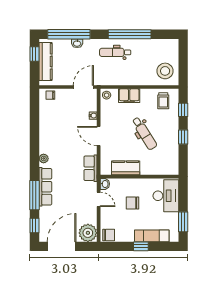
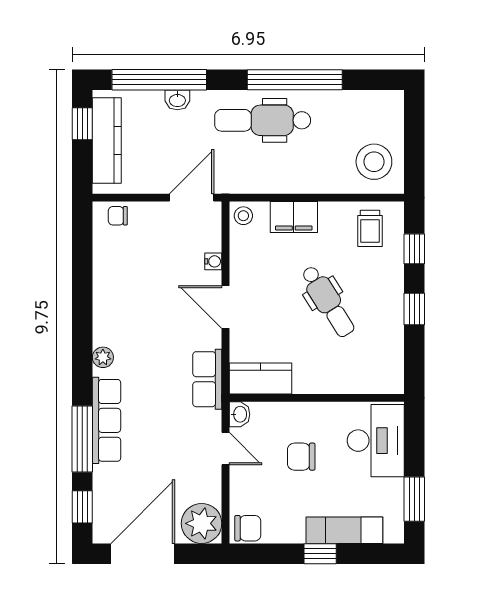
dental chair: (115, 52) -> (263, 120), width x1.36, depth x1.38
kitchen counter: (126, 168) -> (261, 378), moved

